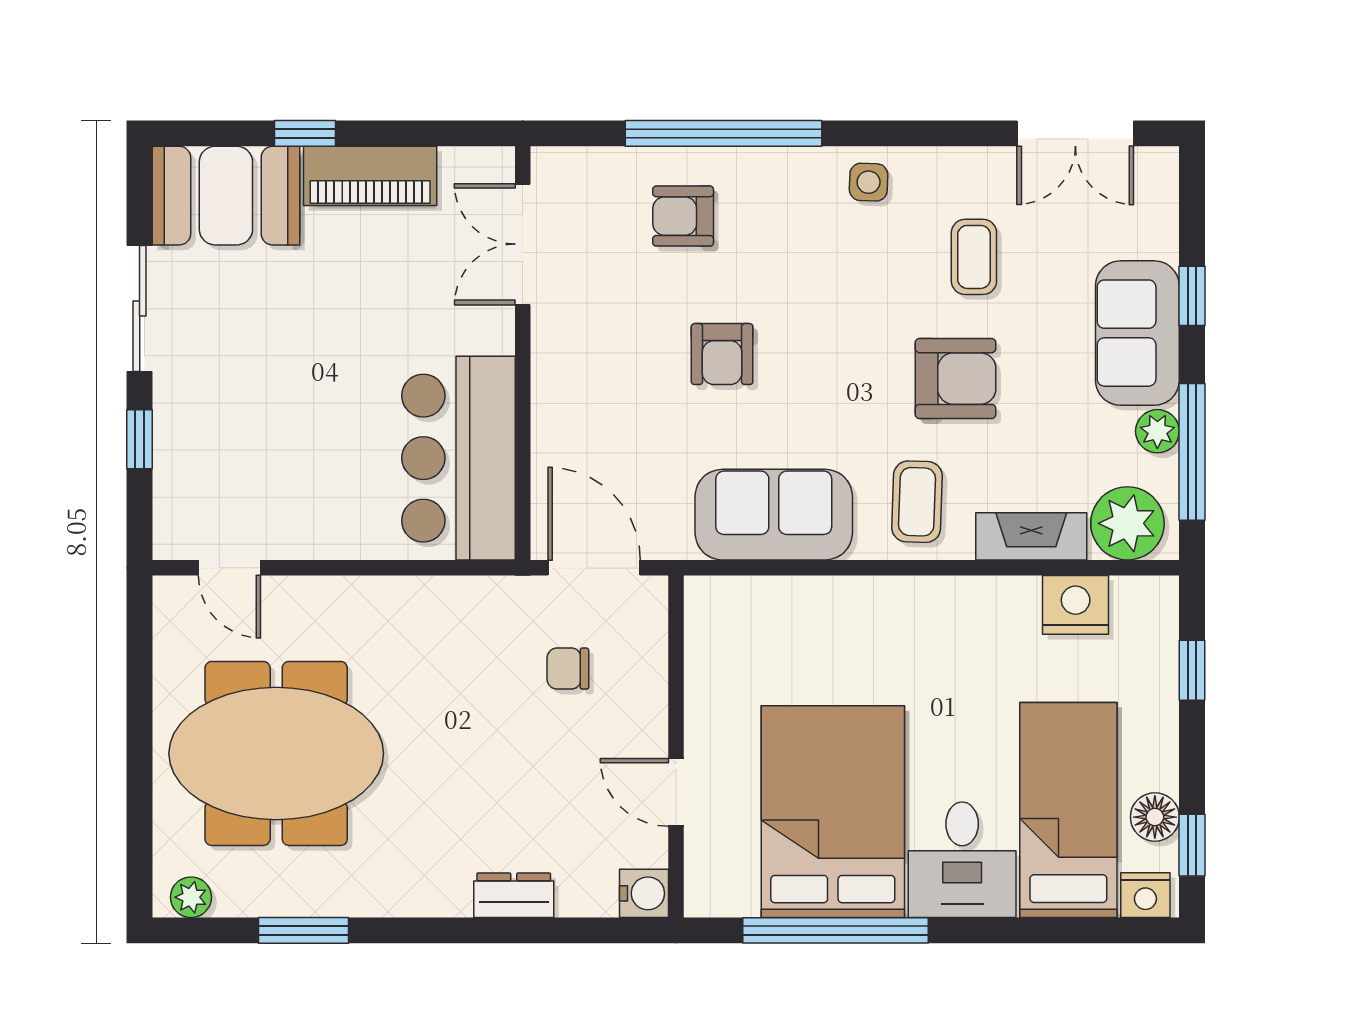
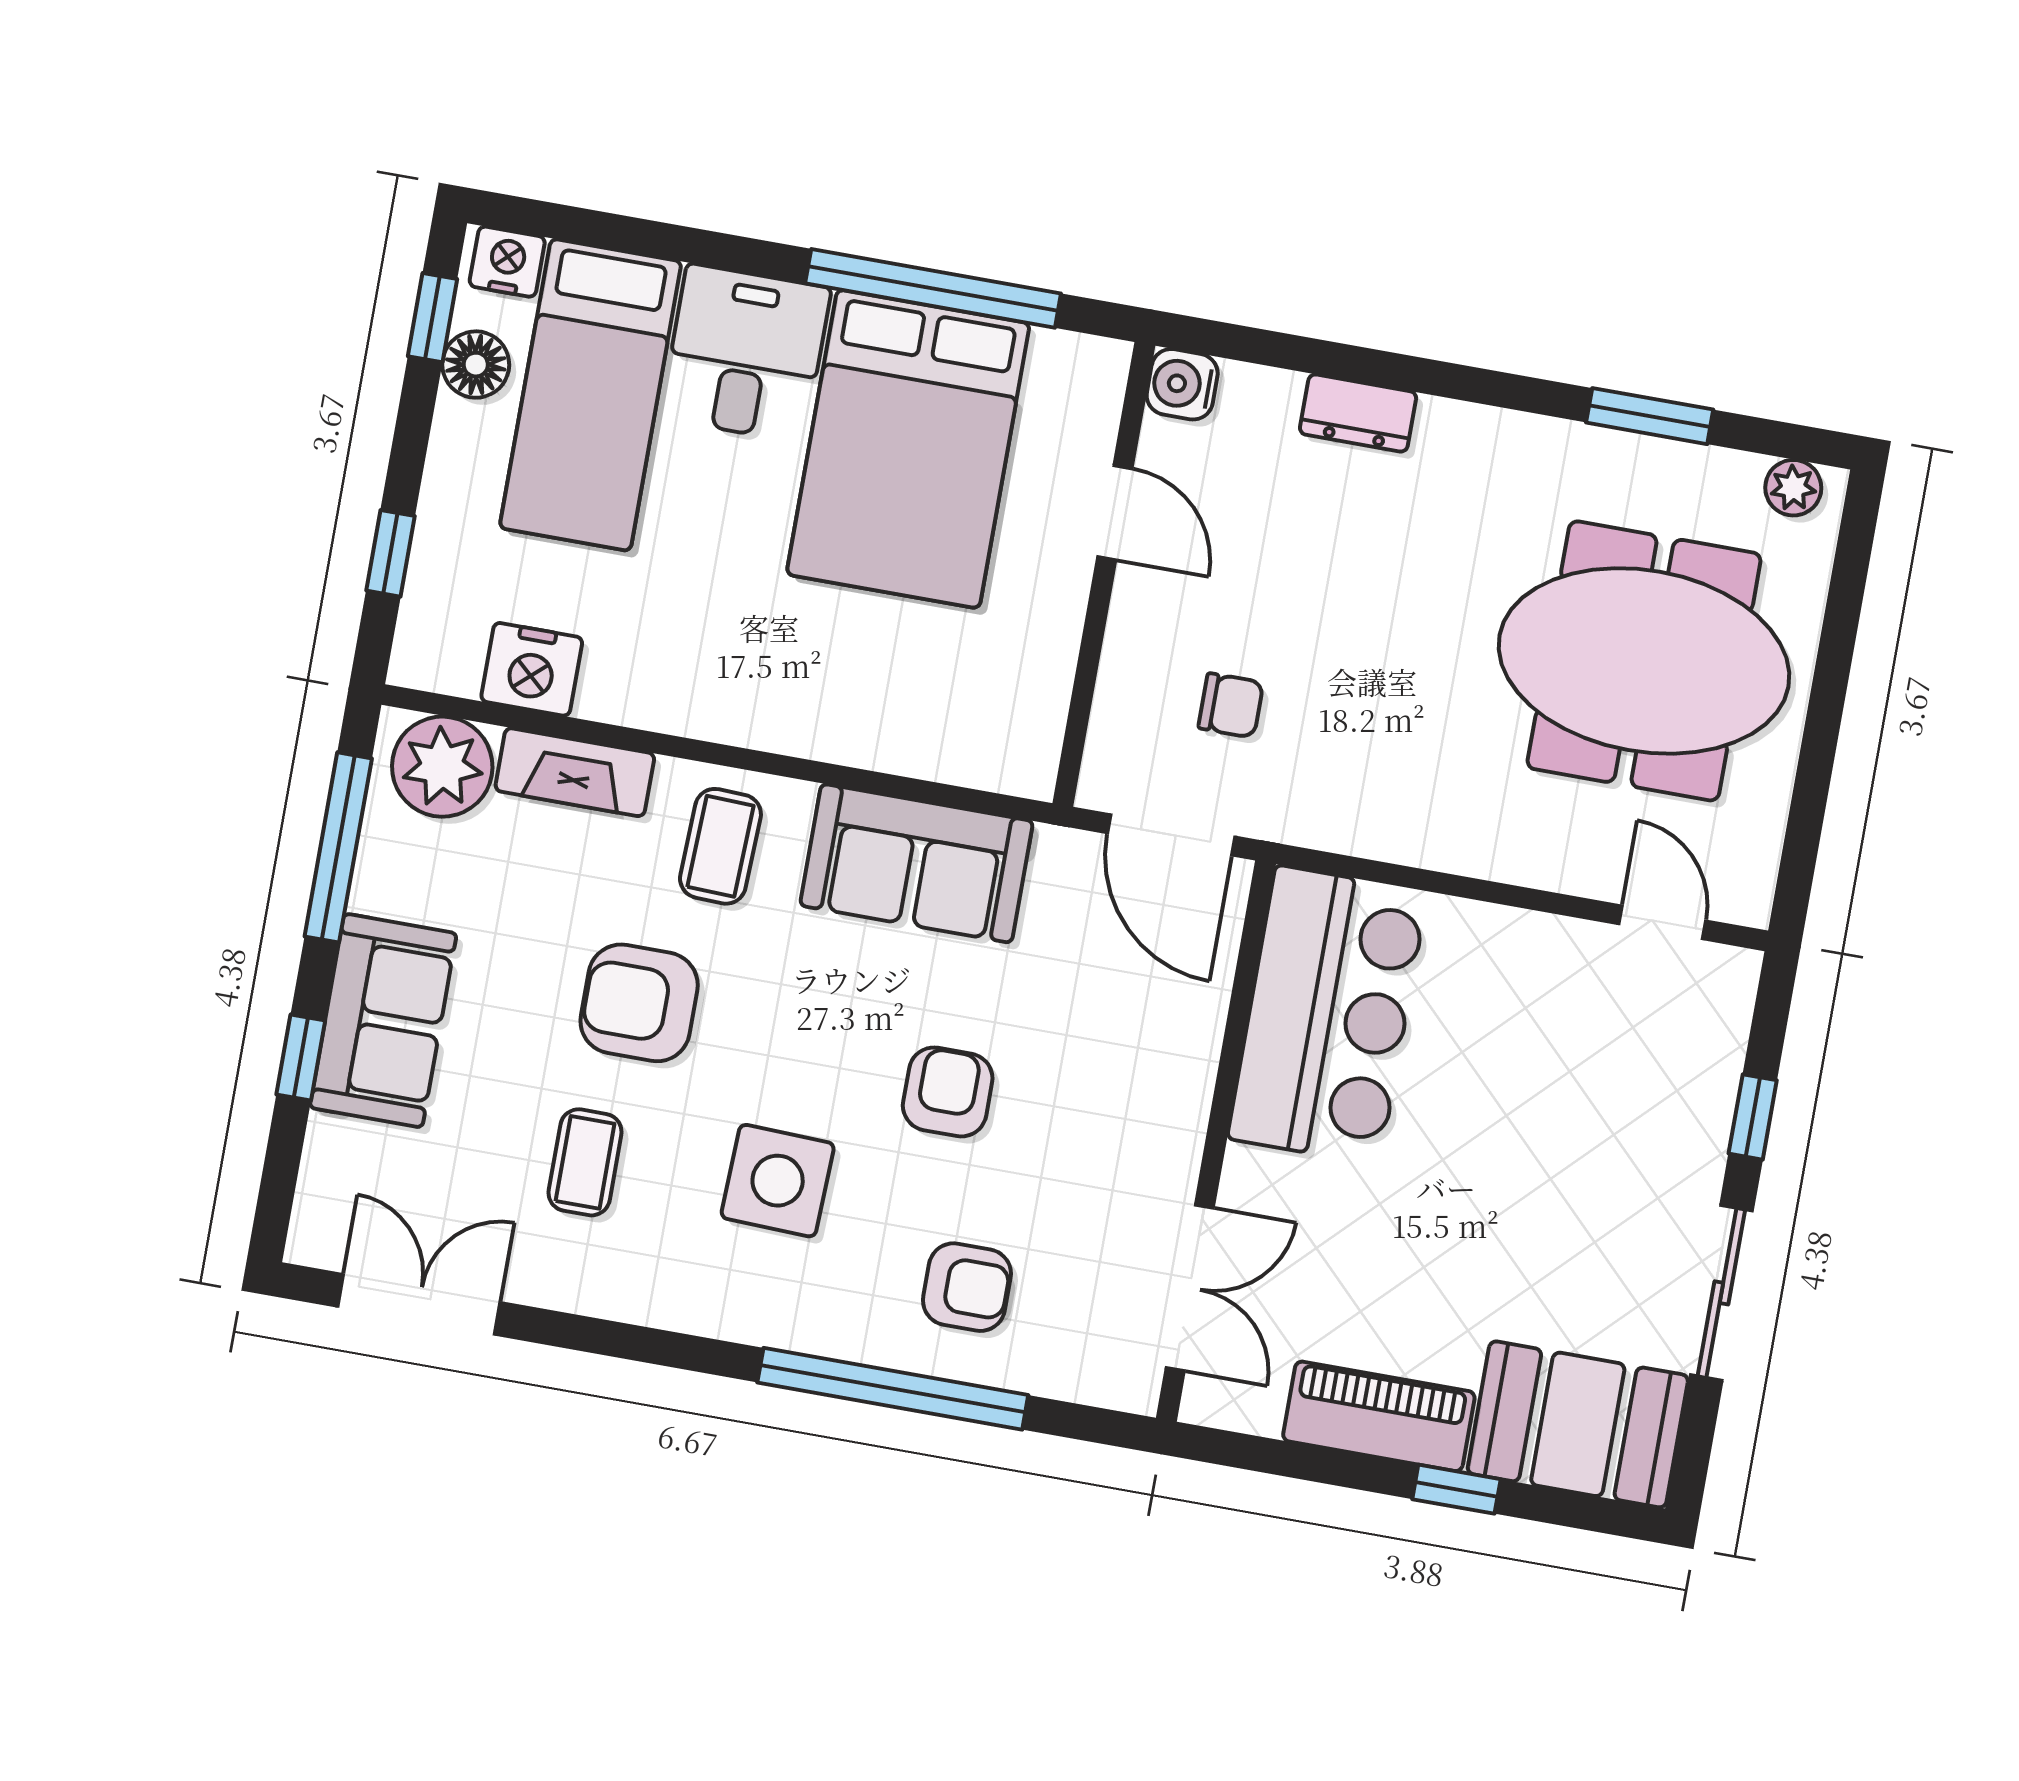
side table: (869, 182) -> (778, 1181), moved, width x1.87, depth x1.87
plant: (1157, 431) -> (380, 884), removed

